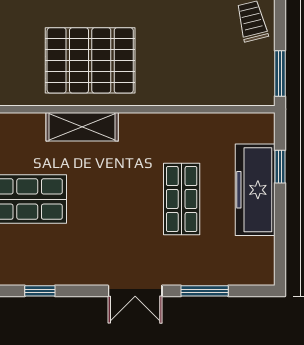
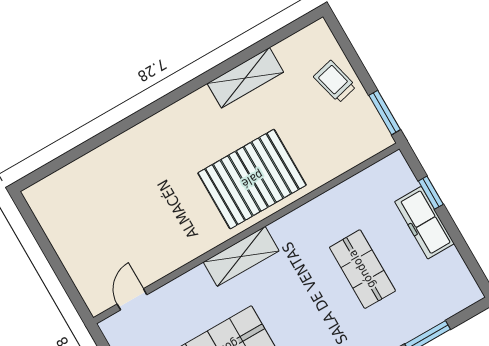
pallet: (90, 60) -> (252, 179), moved
freezer: (255, 190) -> (424, 223), width x0.73, depth x0.79

